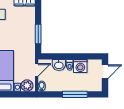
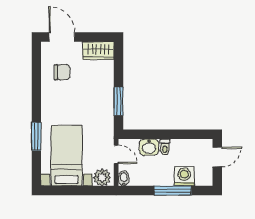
washing machine: (80, 66) -> (184, 176), moved, turned 180
door: (37, 70) -> (116, 154), hinge flipped

